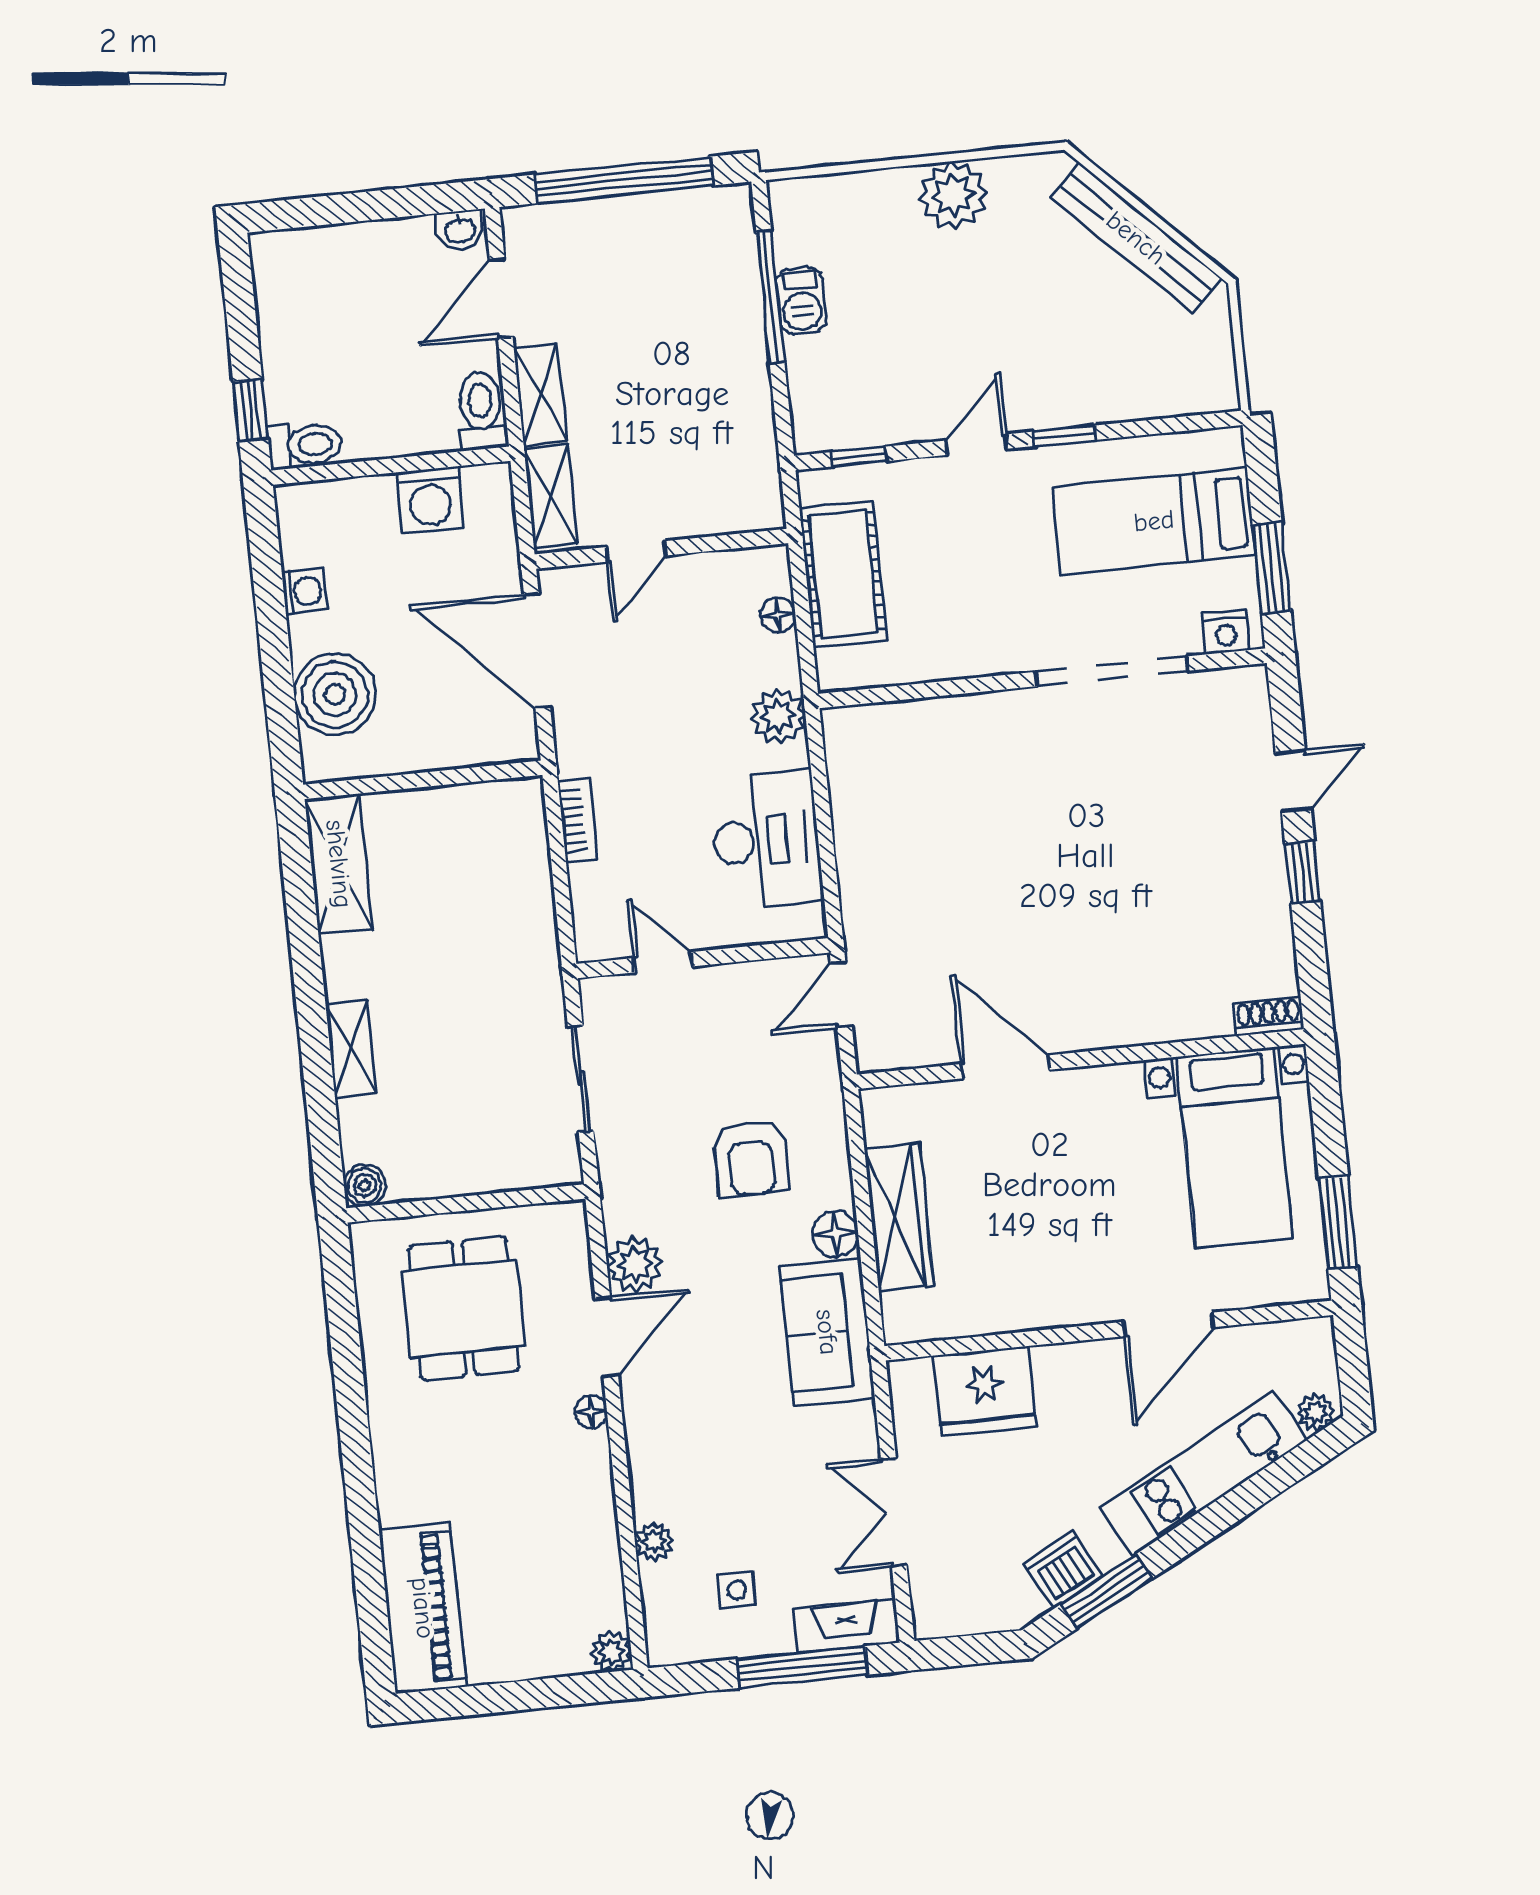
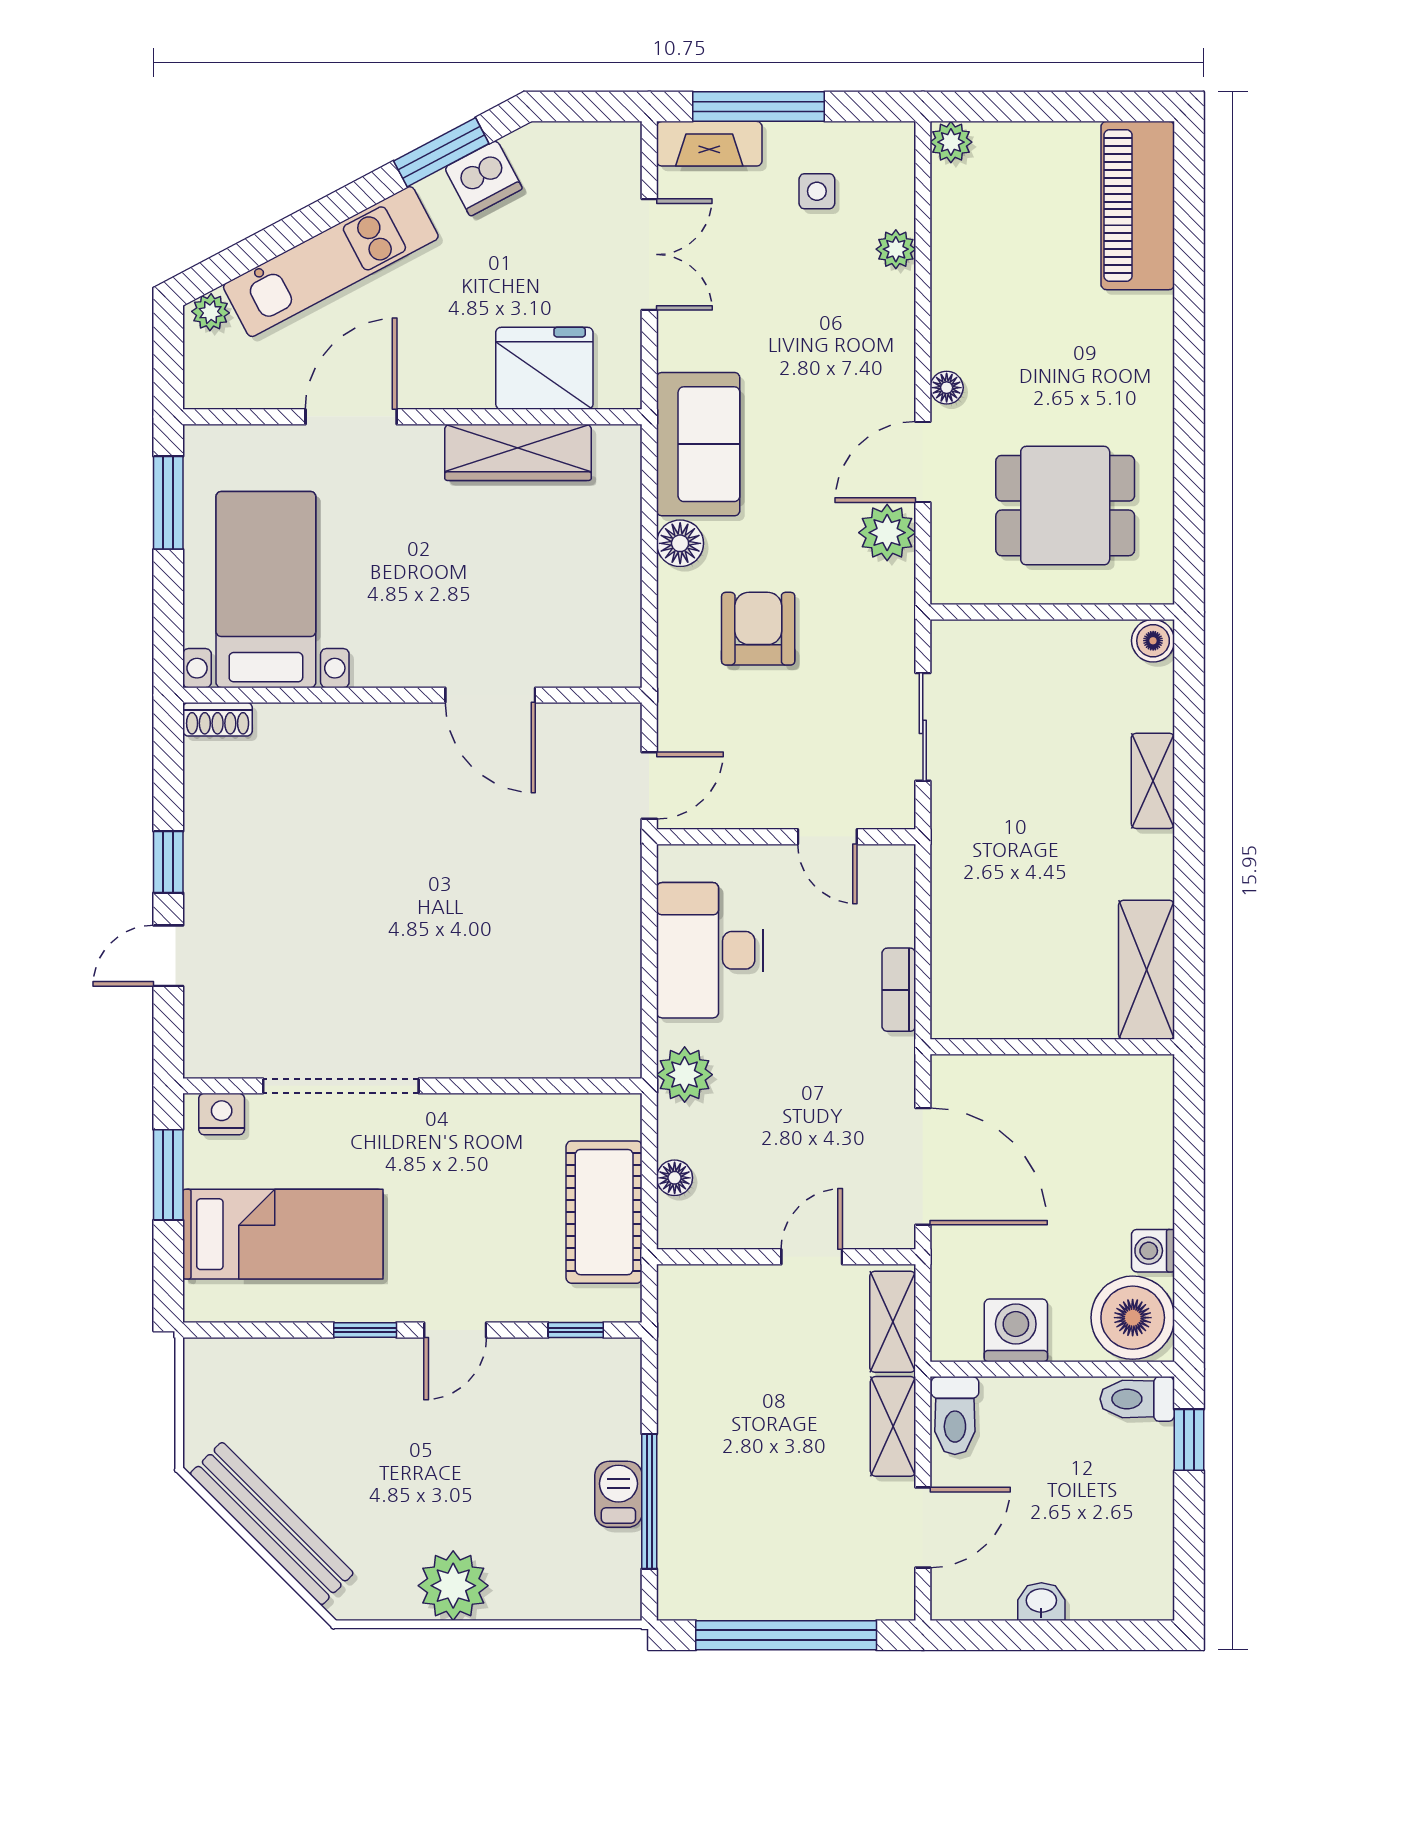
washbasin: (460, 230) -> (1041, 1602), moved
boiler: (335, 694) -> (1133, 1318), moved
wardrobe: (899, 1217) -> (518, 452), moved, turned -90
dining table: (464, 1309) -> (1065, 506), turned 90

